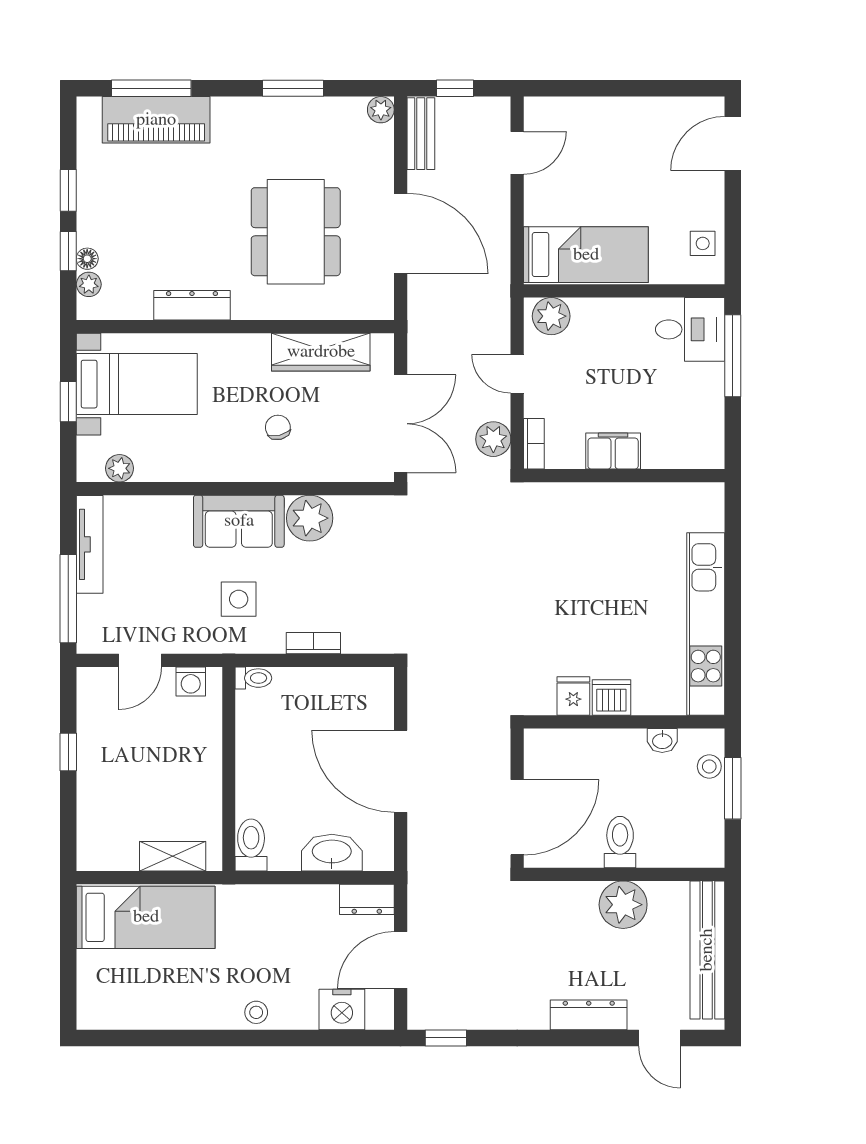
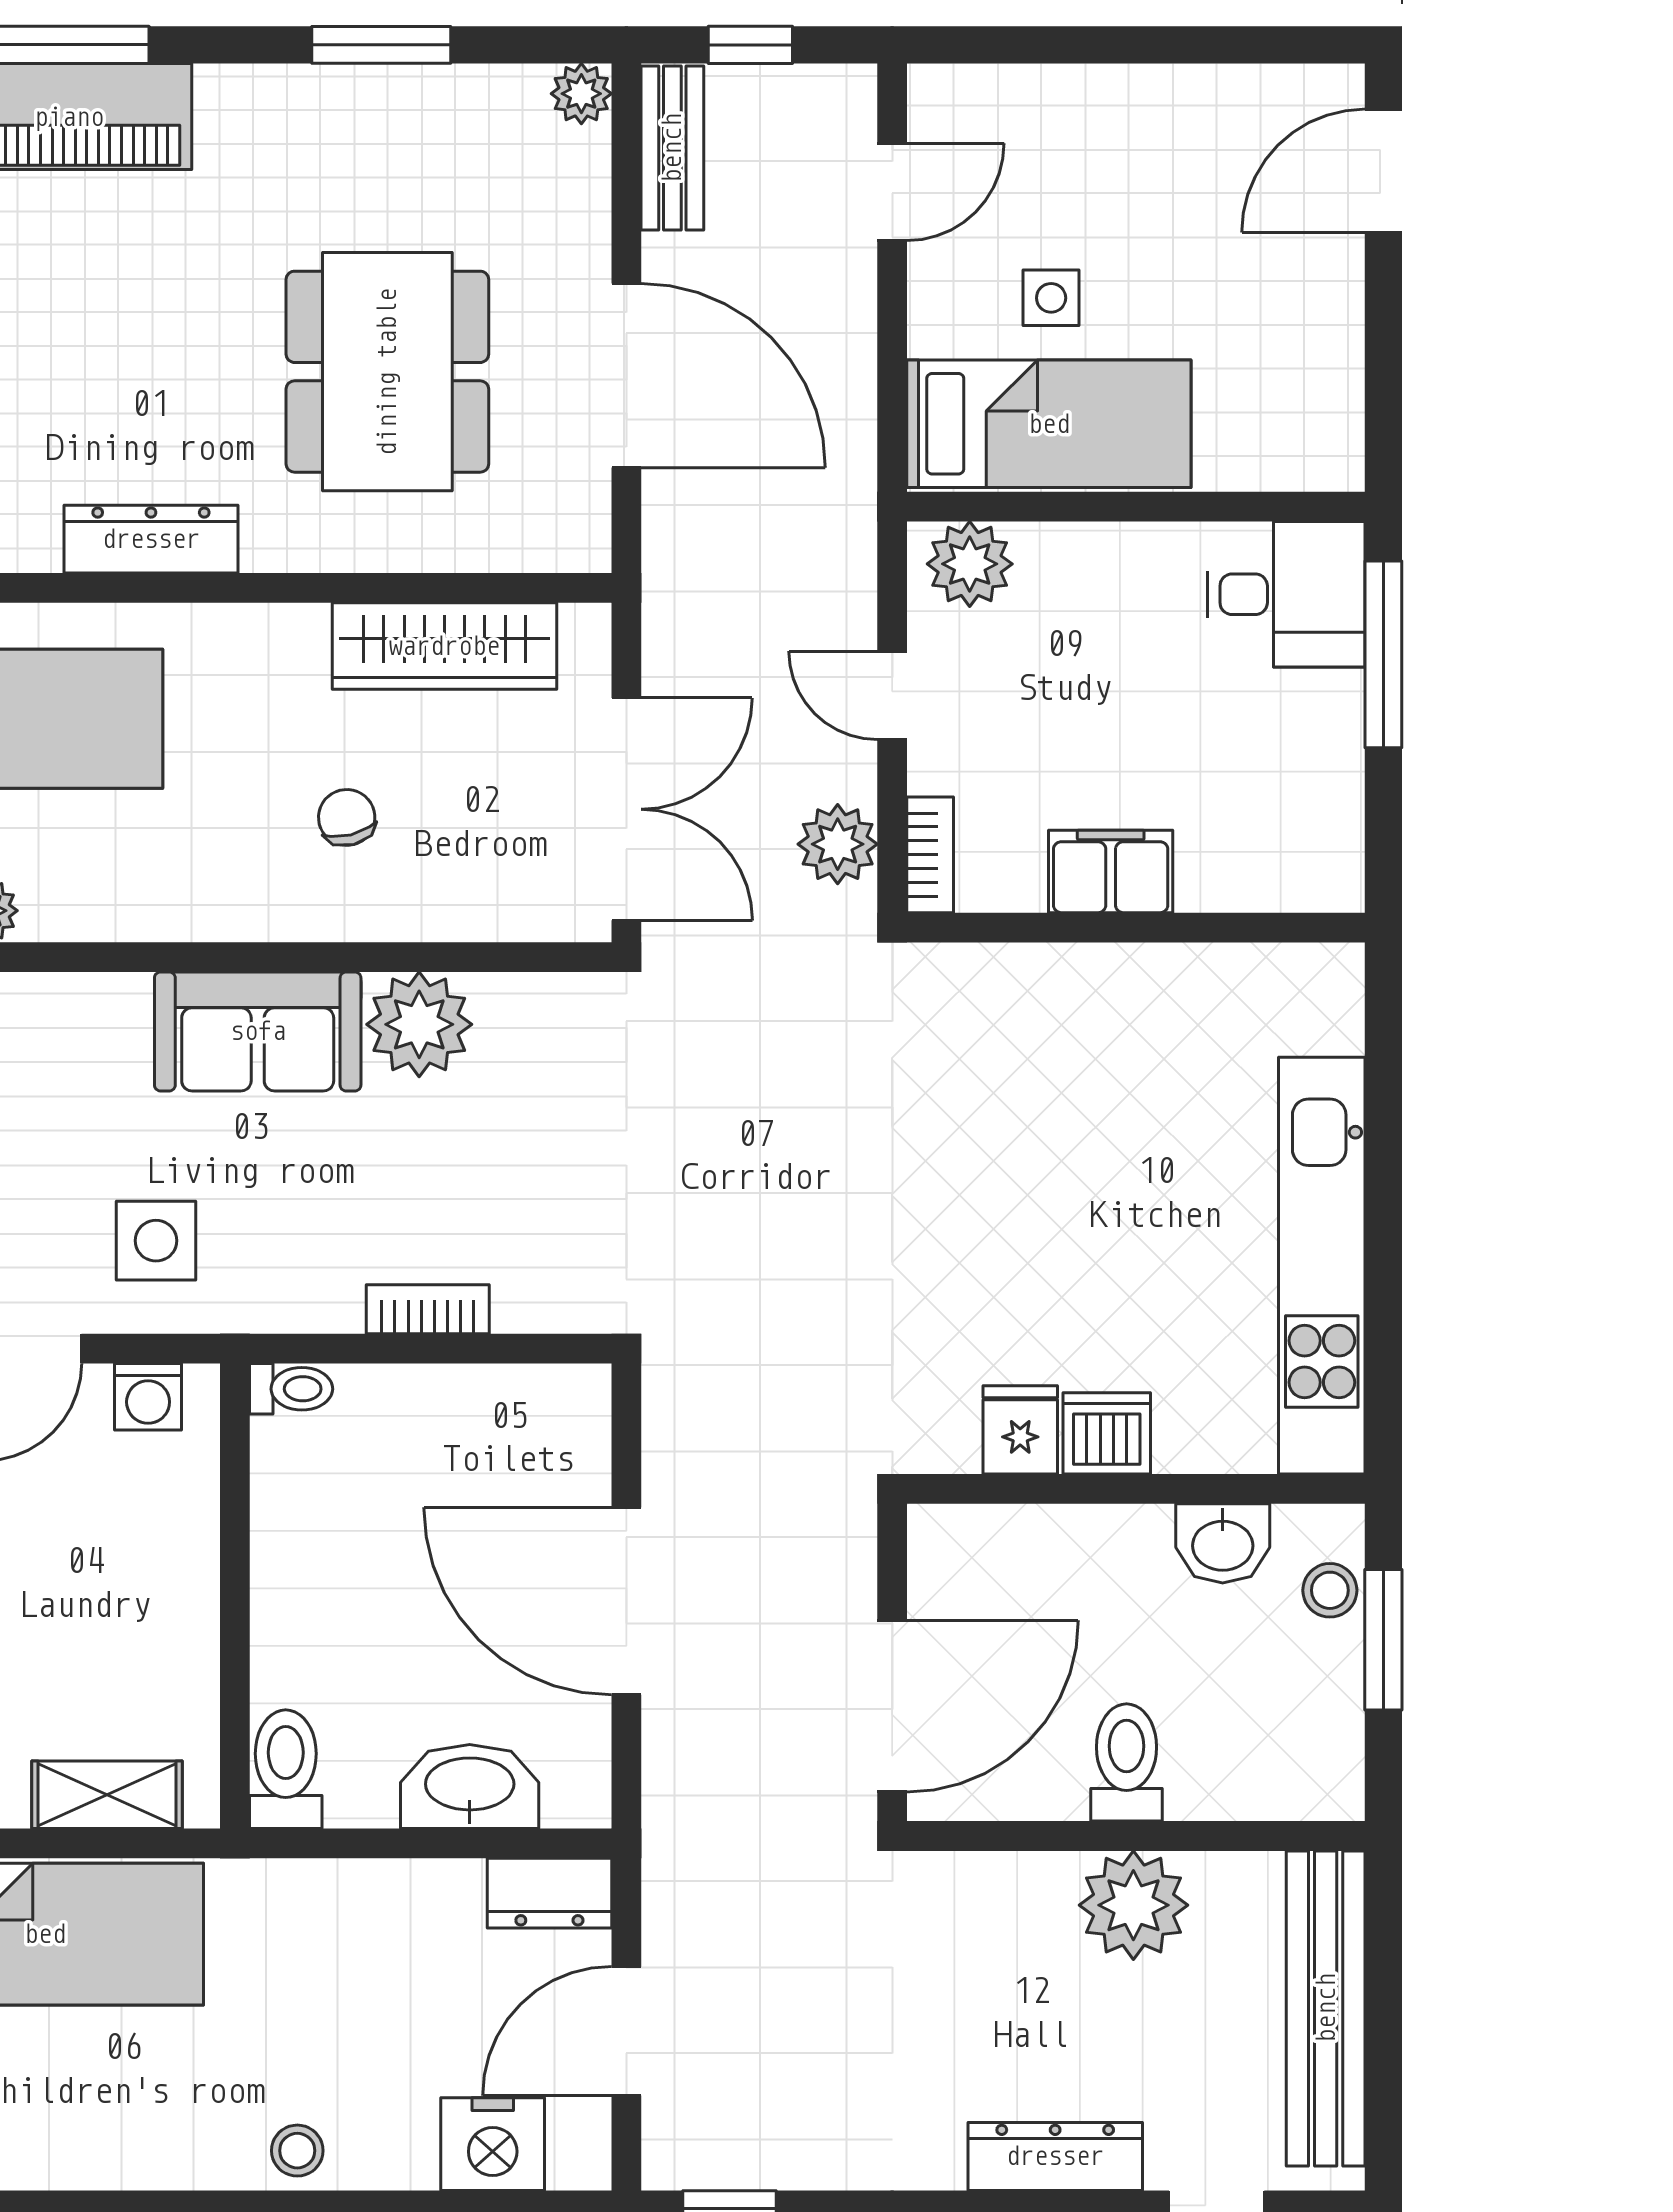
side table: (703, 243) -> (1051, 298), moved
side table: (239, 599) -> (156, 1241), moved
washbasin: (662, 740) -> (1223, 1543), width x1.38, depth x1.45

